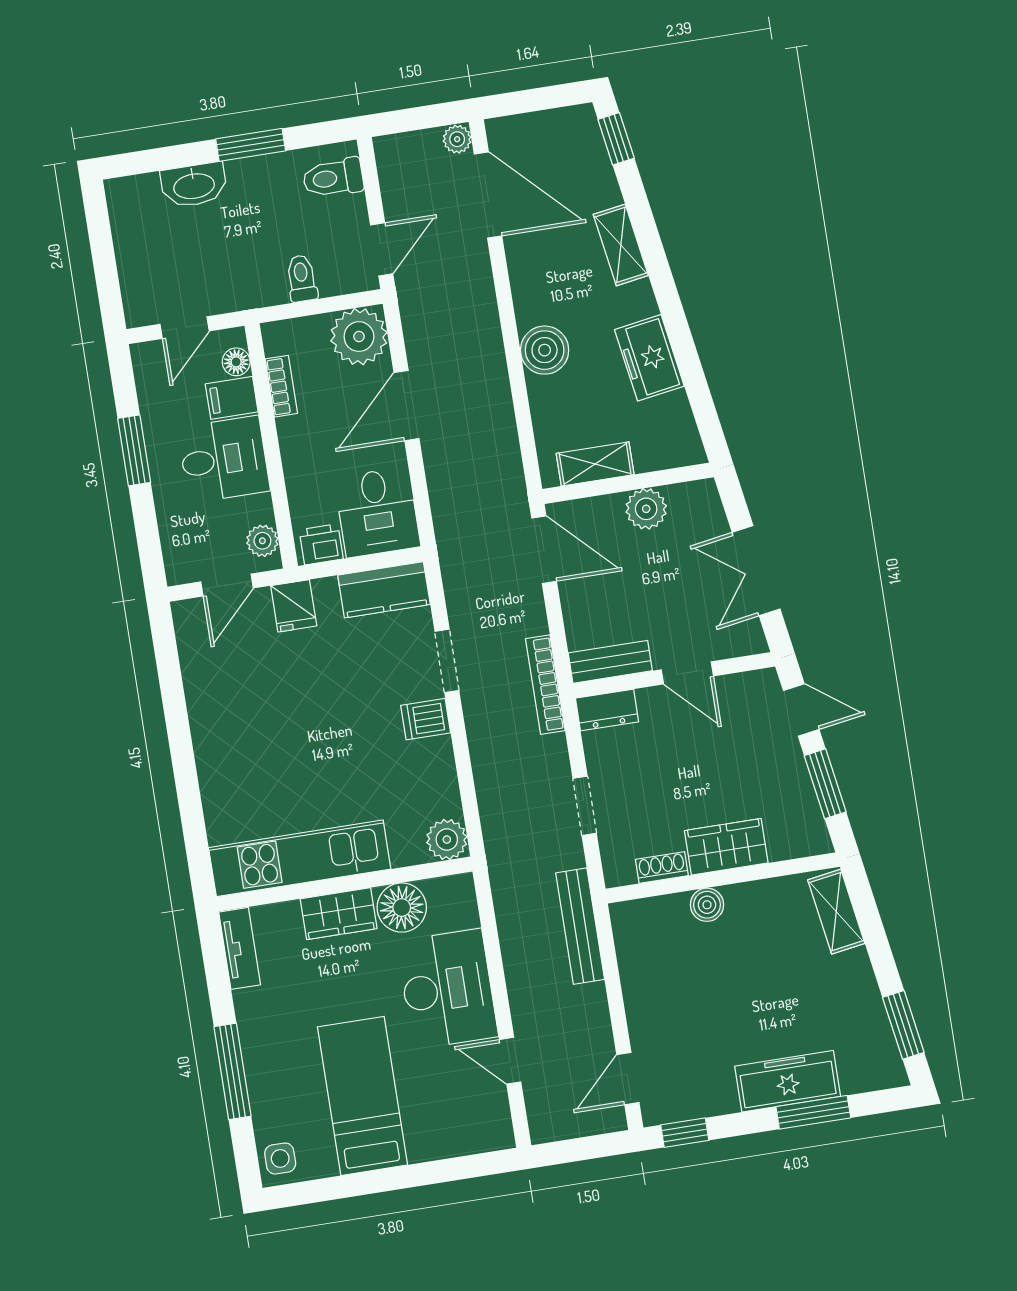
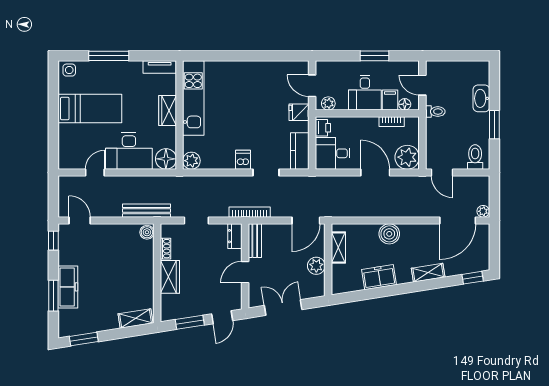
toilet: (302, 278) -> (435, 112), moved
boiler: (707, 905) -> (147, 232), moved
floor lamp: (402, 908) -> (166, 159), moved

